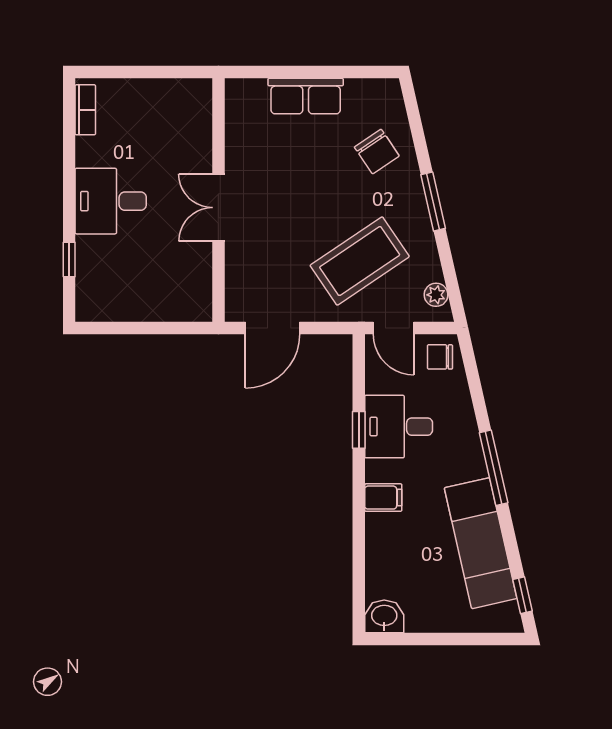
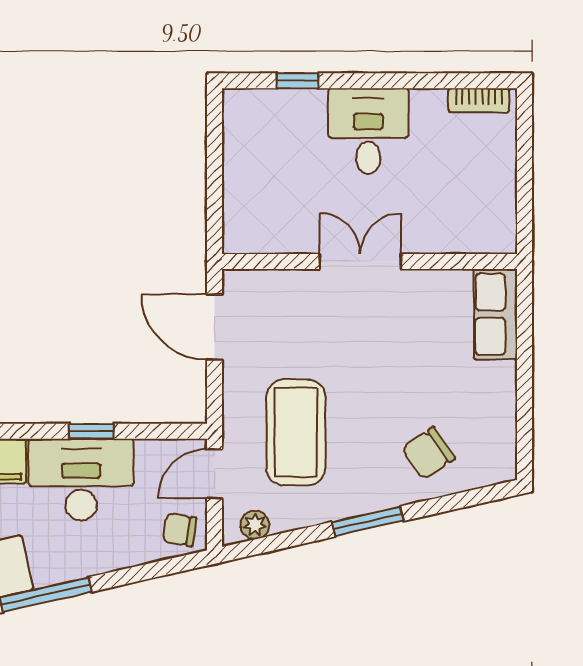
row of seats: (306, 96) -> (496, 314), moved
coffee table: (360, 261) -> (296, 432), turned 34
chair: (440, 357) -> (180, 530), turned -81
desk: (399, 427) -> (81, 480), width x1.37

